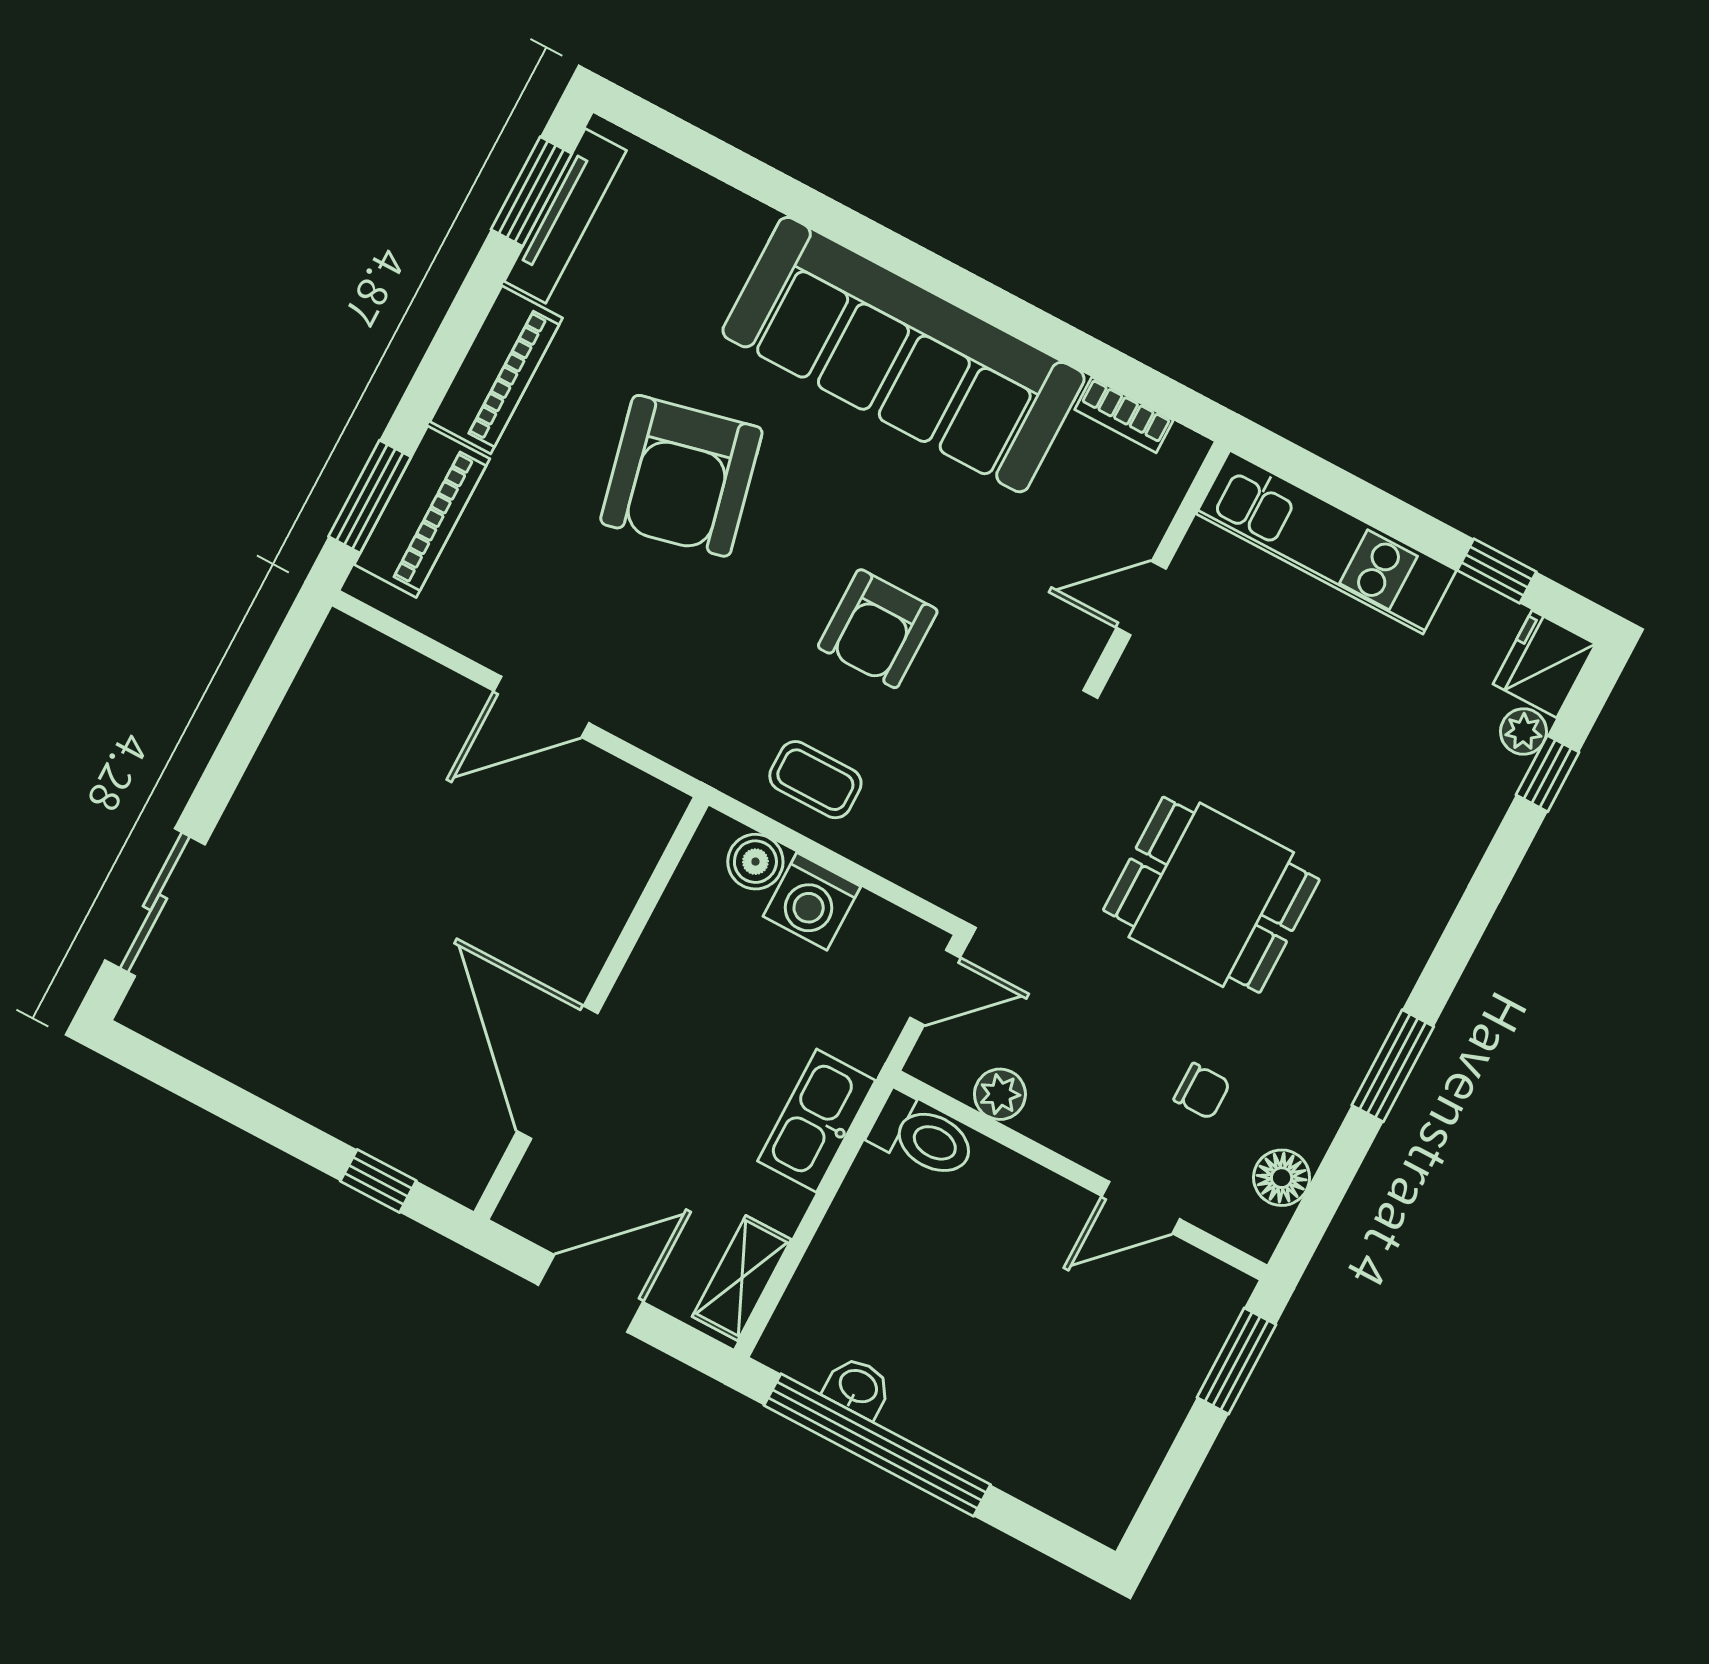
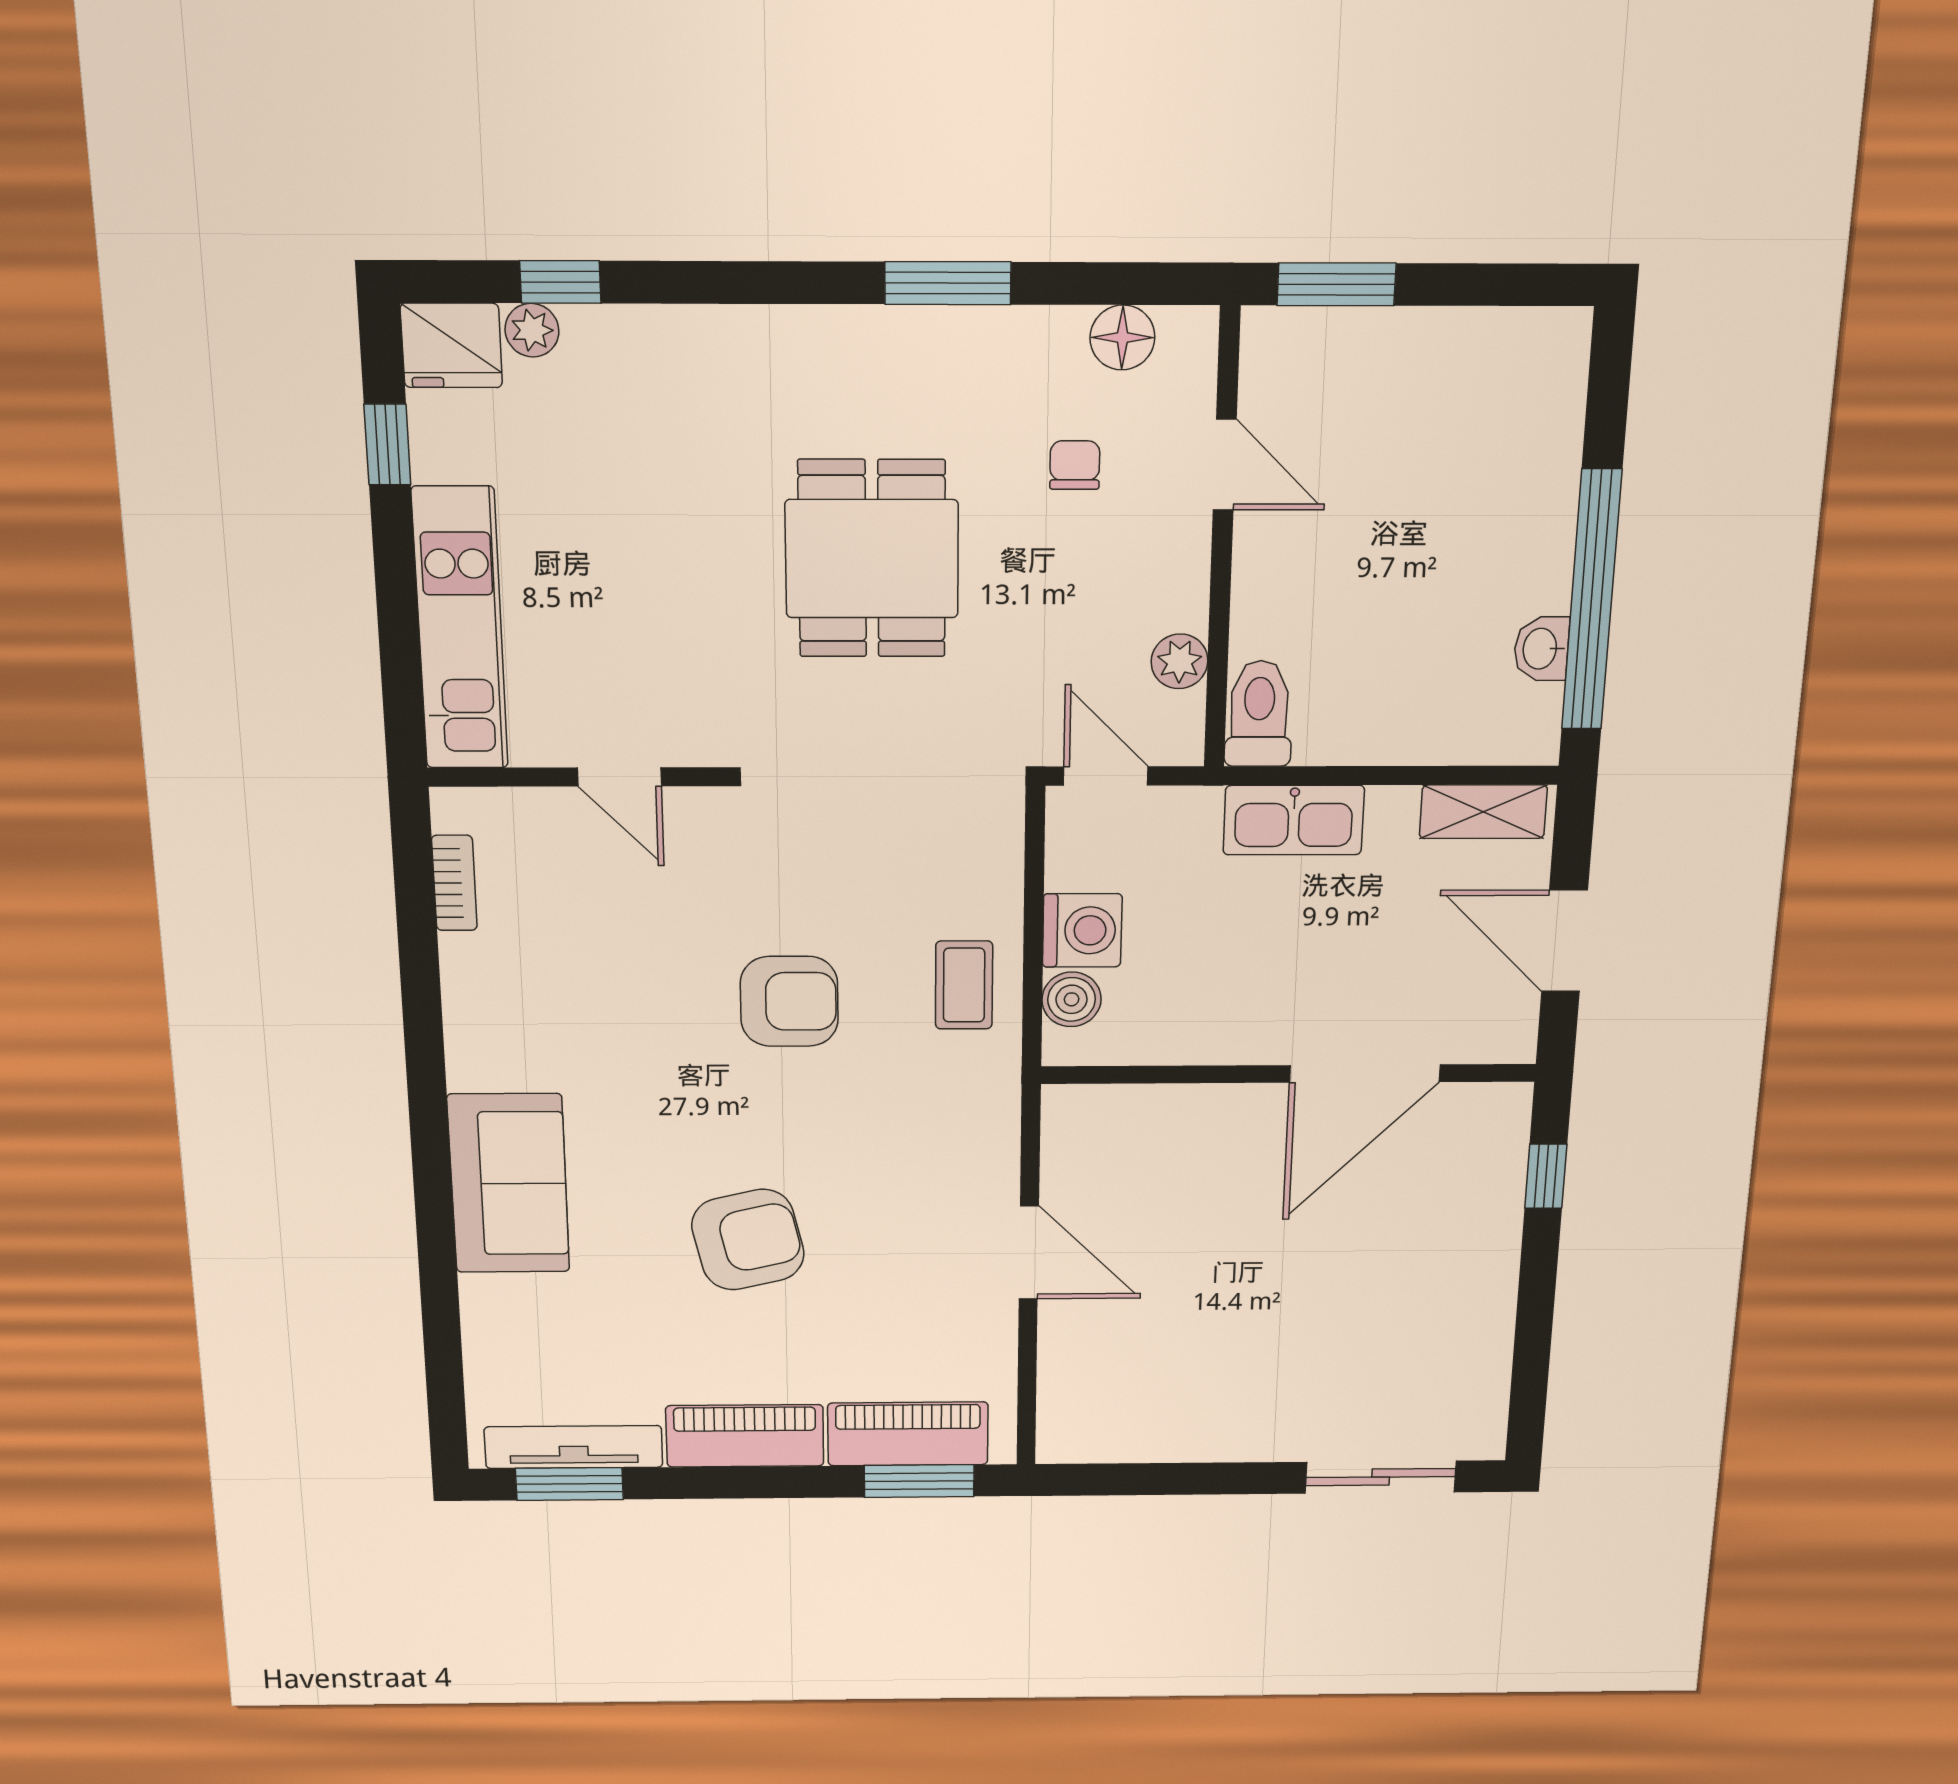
sofa: (904, 355) -> (509, 1184), width x0.54, depth x0.79
armchair: (681, 476) -> (748, 1240), width x0.73, depth x0.73

